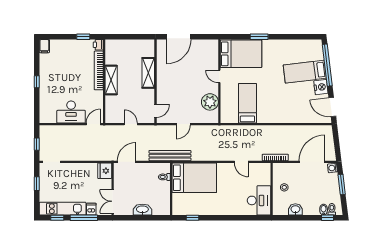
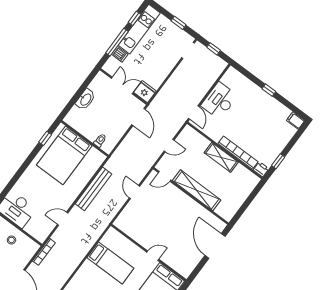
shelving: (148, 73) -> (197, 190), width x1.47
plant: (210, 102) -> (136, 231), removed
door: (155, 111) -> (165, 176), hinge flipped
bench: (170, 156) -> (93, 189), moved
bed: (194, 178) -> (64, 155), moved
double door: (113, 201) -> (122, 86), moved

